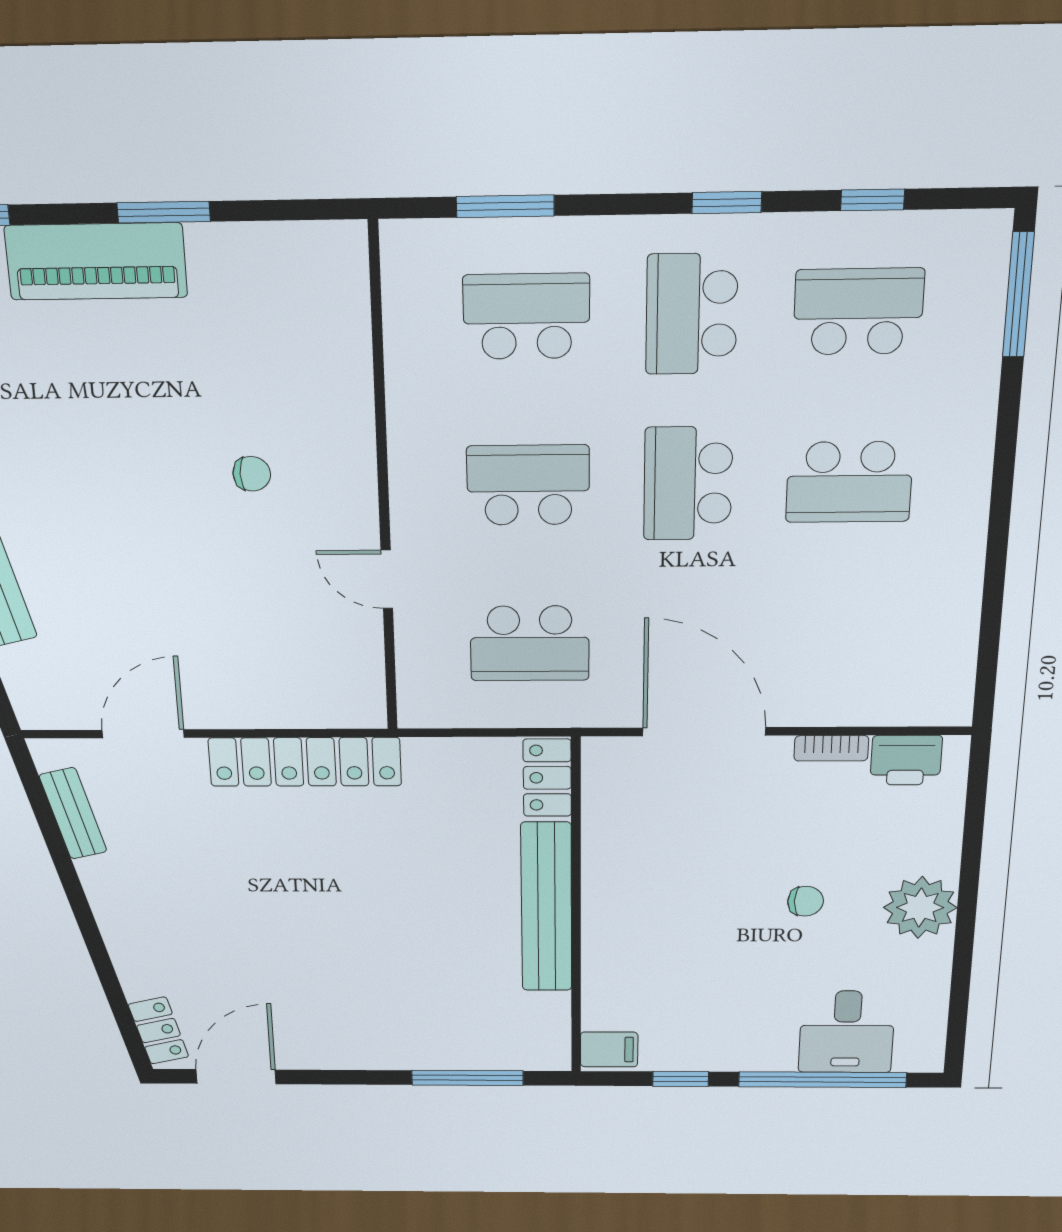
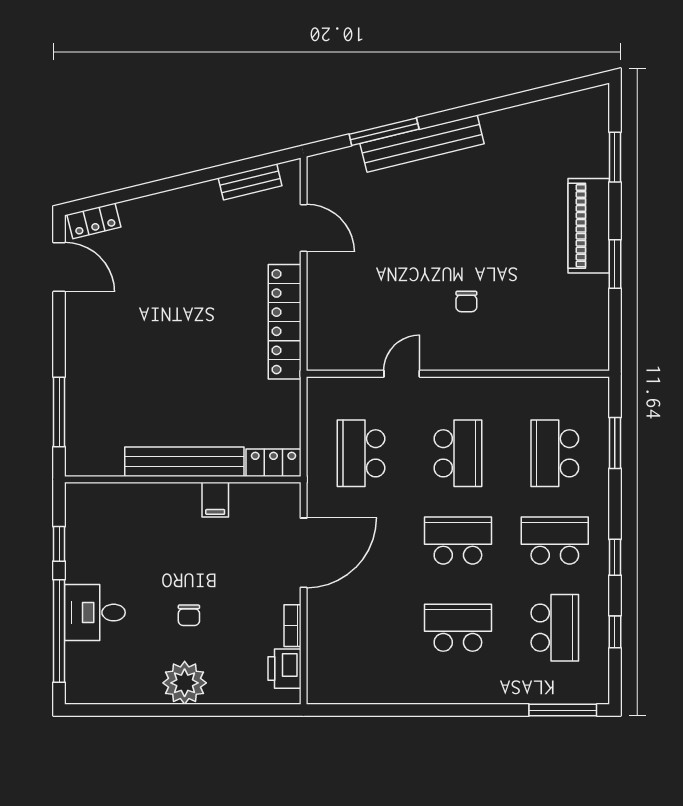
school desk: (526, 316) -> (555, 453), turned 180
school desk: (849, 482) -> (458, 628), turned 90
desk: (847, 1032) -> (95, 613), moved
filing cabinet: (609, 1049) -> (215, 500), moved

